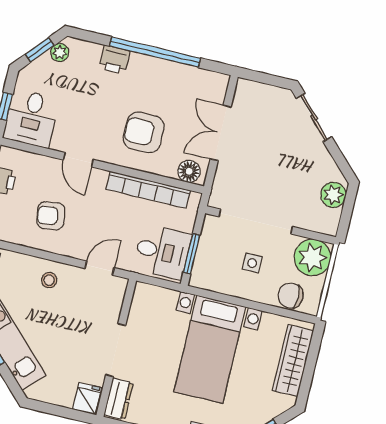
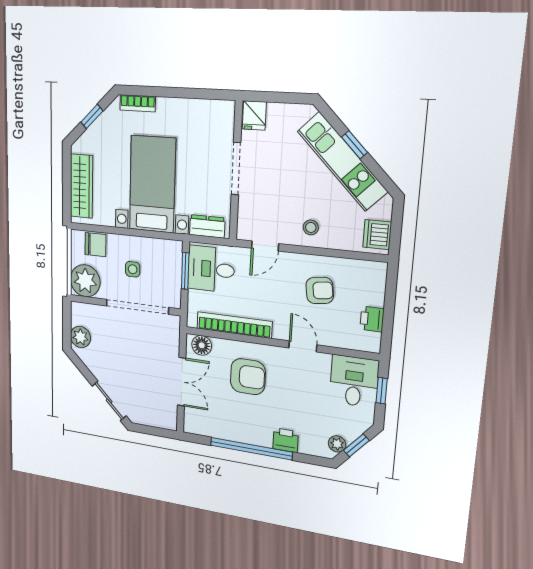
dresser: (119, 399) -> (207, 226), moved, turned 90

